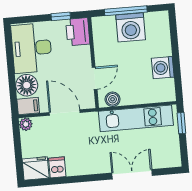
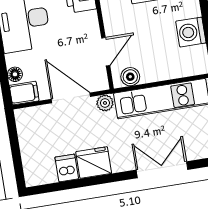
floor lamp: (27, 85) -> (15, 74), width x0.53, depth x0.53
plant: (26, 124) -> (105, 103), moved
fridge: (36, 168) -> (94, 163), moved

